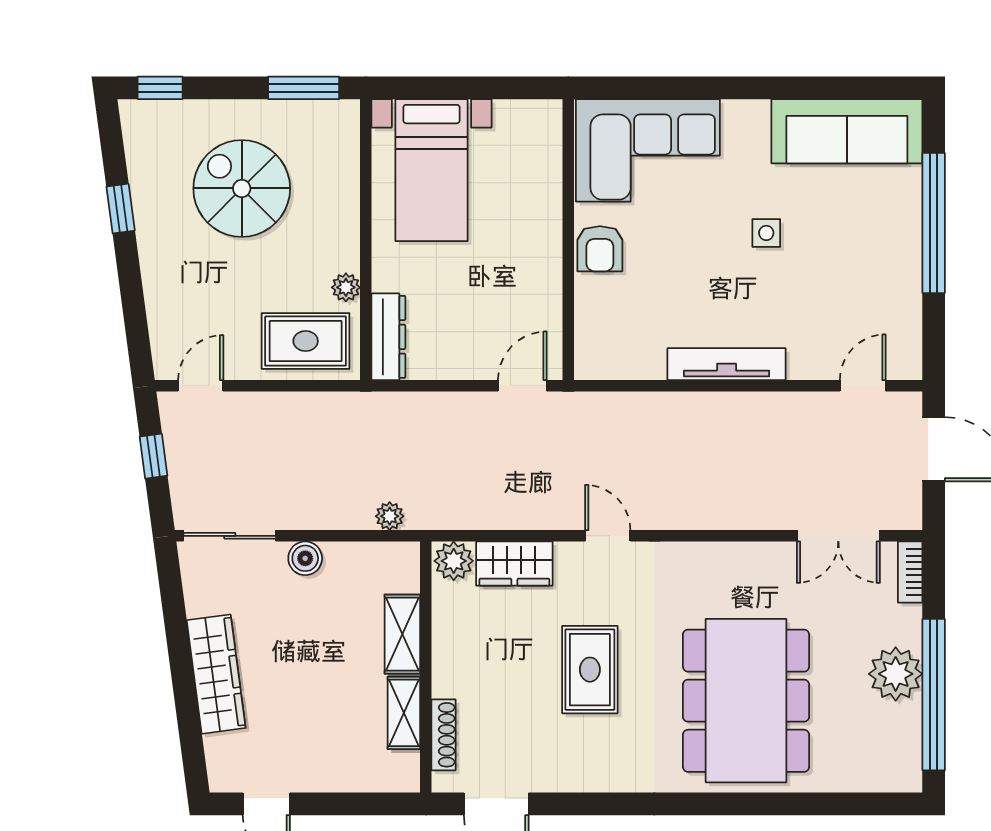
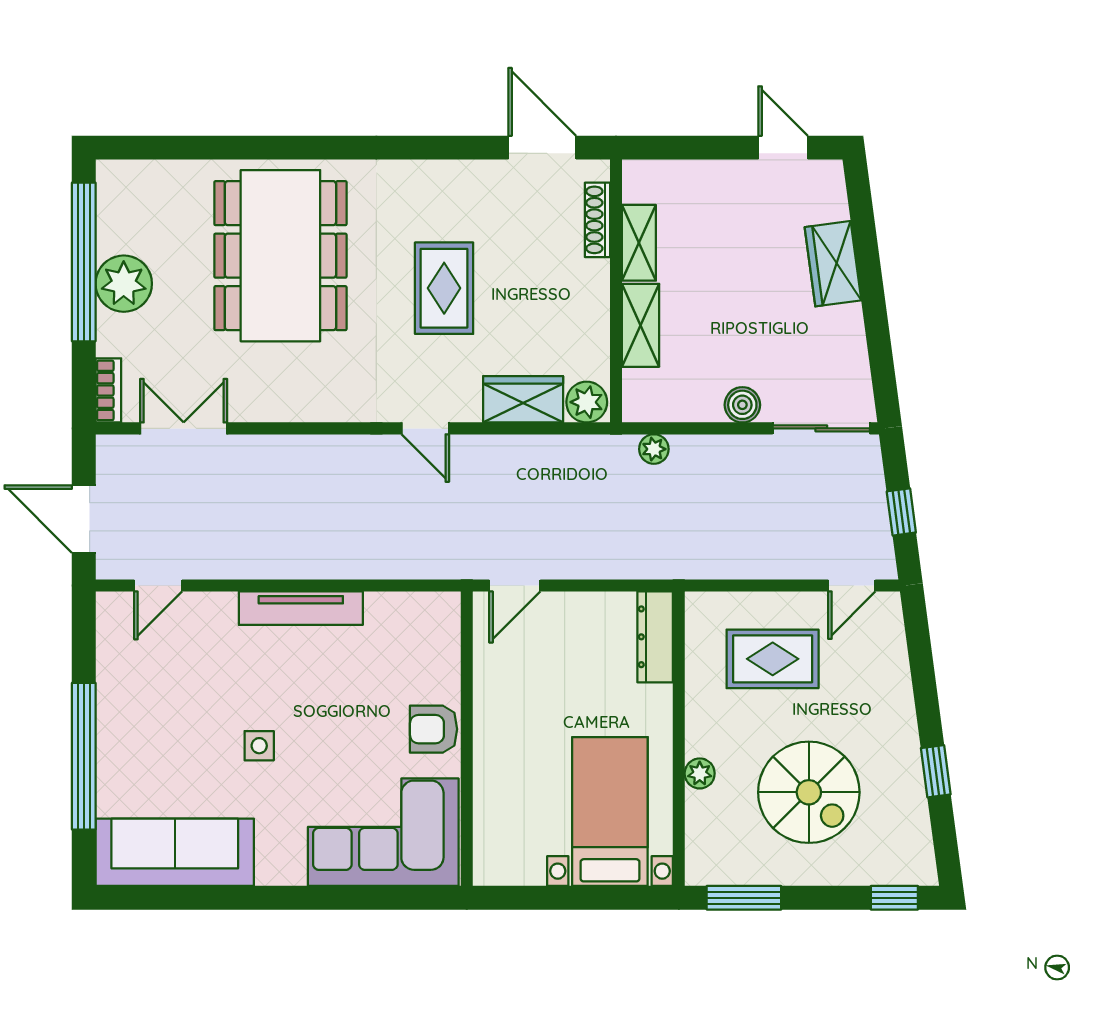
armchair: (600, 249) -> (434, 729), turned -90
plant: (346, 287) -> (700, 773), moved
rug: (306, 341) -> (773, 659), moved
wardrobe: (216, 674) -> (833, 264), width x0.67

